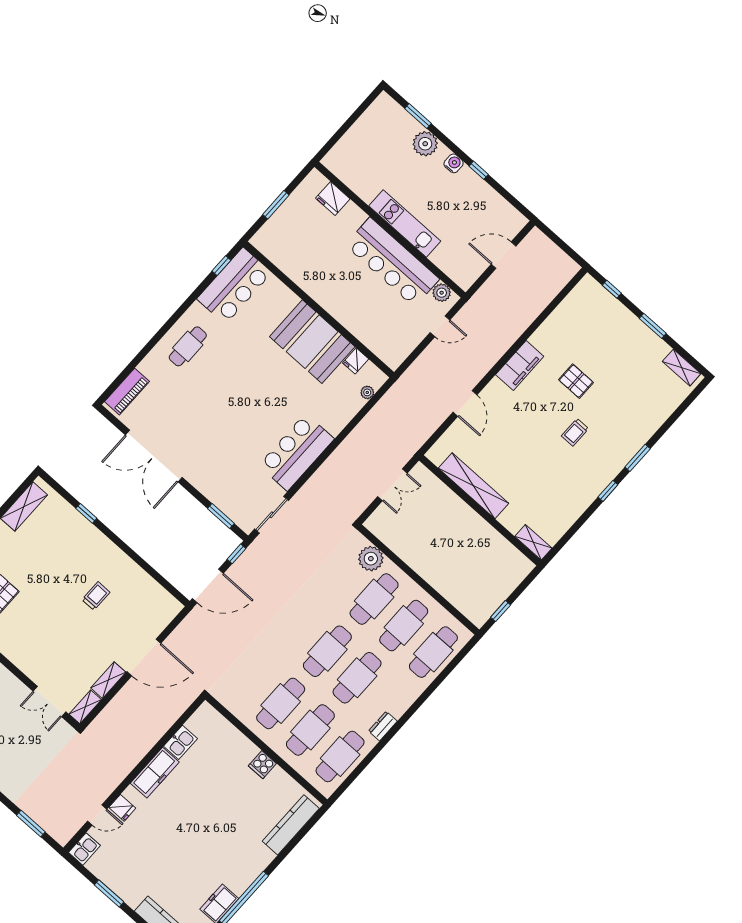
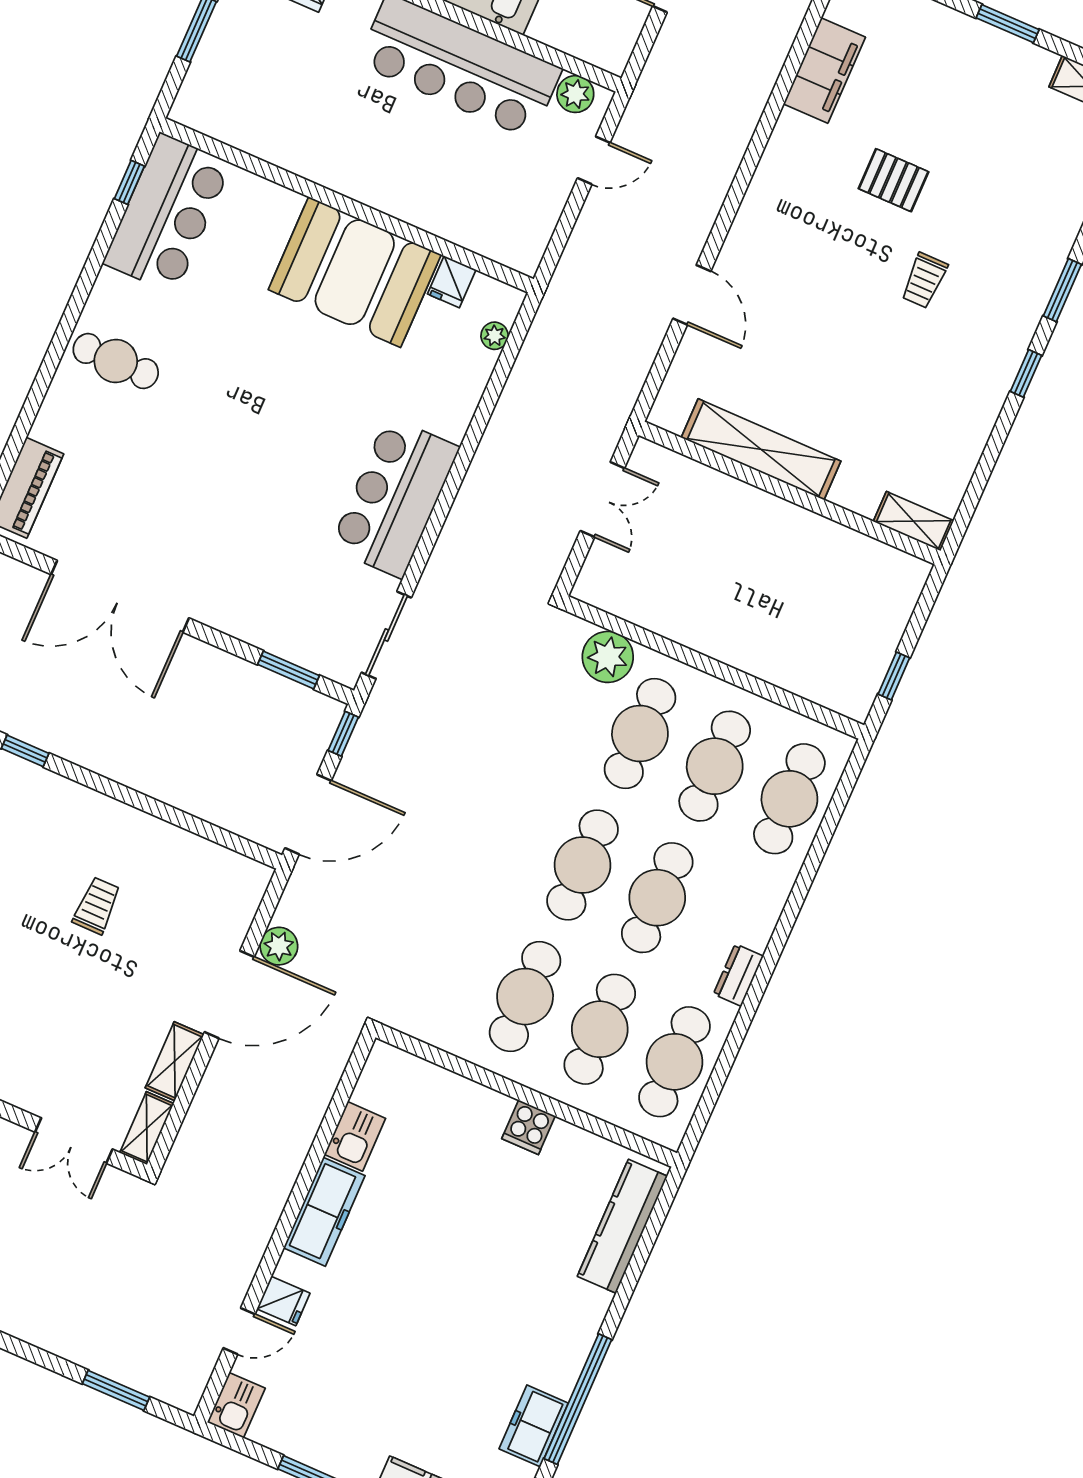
cafe table: (188, 346) -> (116, 361), turned 90
filing cabinet: (520, 366) -> (824, 71), moved
plant: (174, 643) -> (279, 946), added

